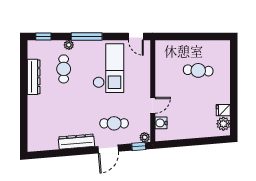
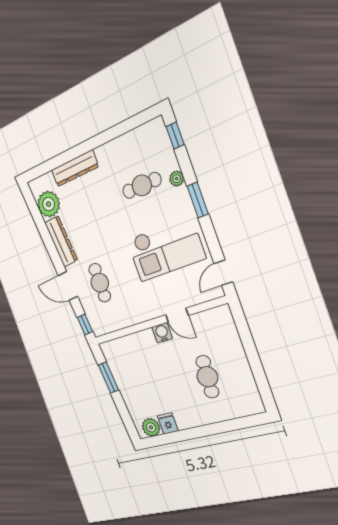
window: (87, 36) -> (198, 200), width x0.69
dresser: (34, 77) -> (75, 168), moved
door: (153, 105) -> (177, 315), moved
water cooler: (161, 123) -> (162, 333), moved
plant: (145, 137) -> (49, 204), moved, width x1.87, depth x1.87
window: (181, 143) -> (108, 378), added

